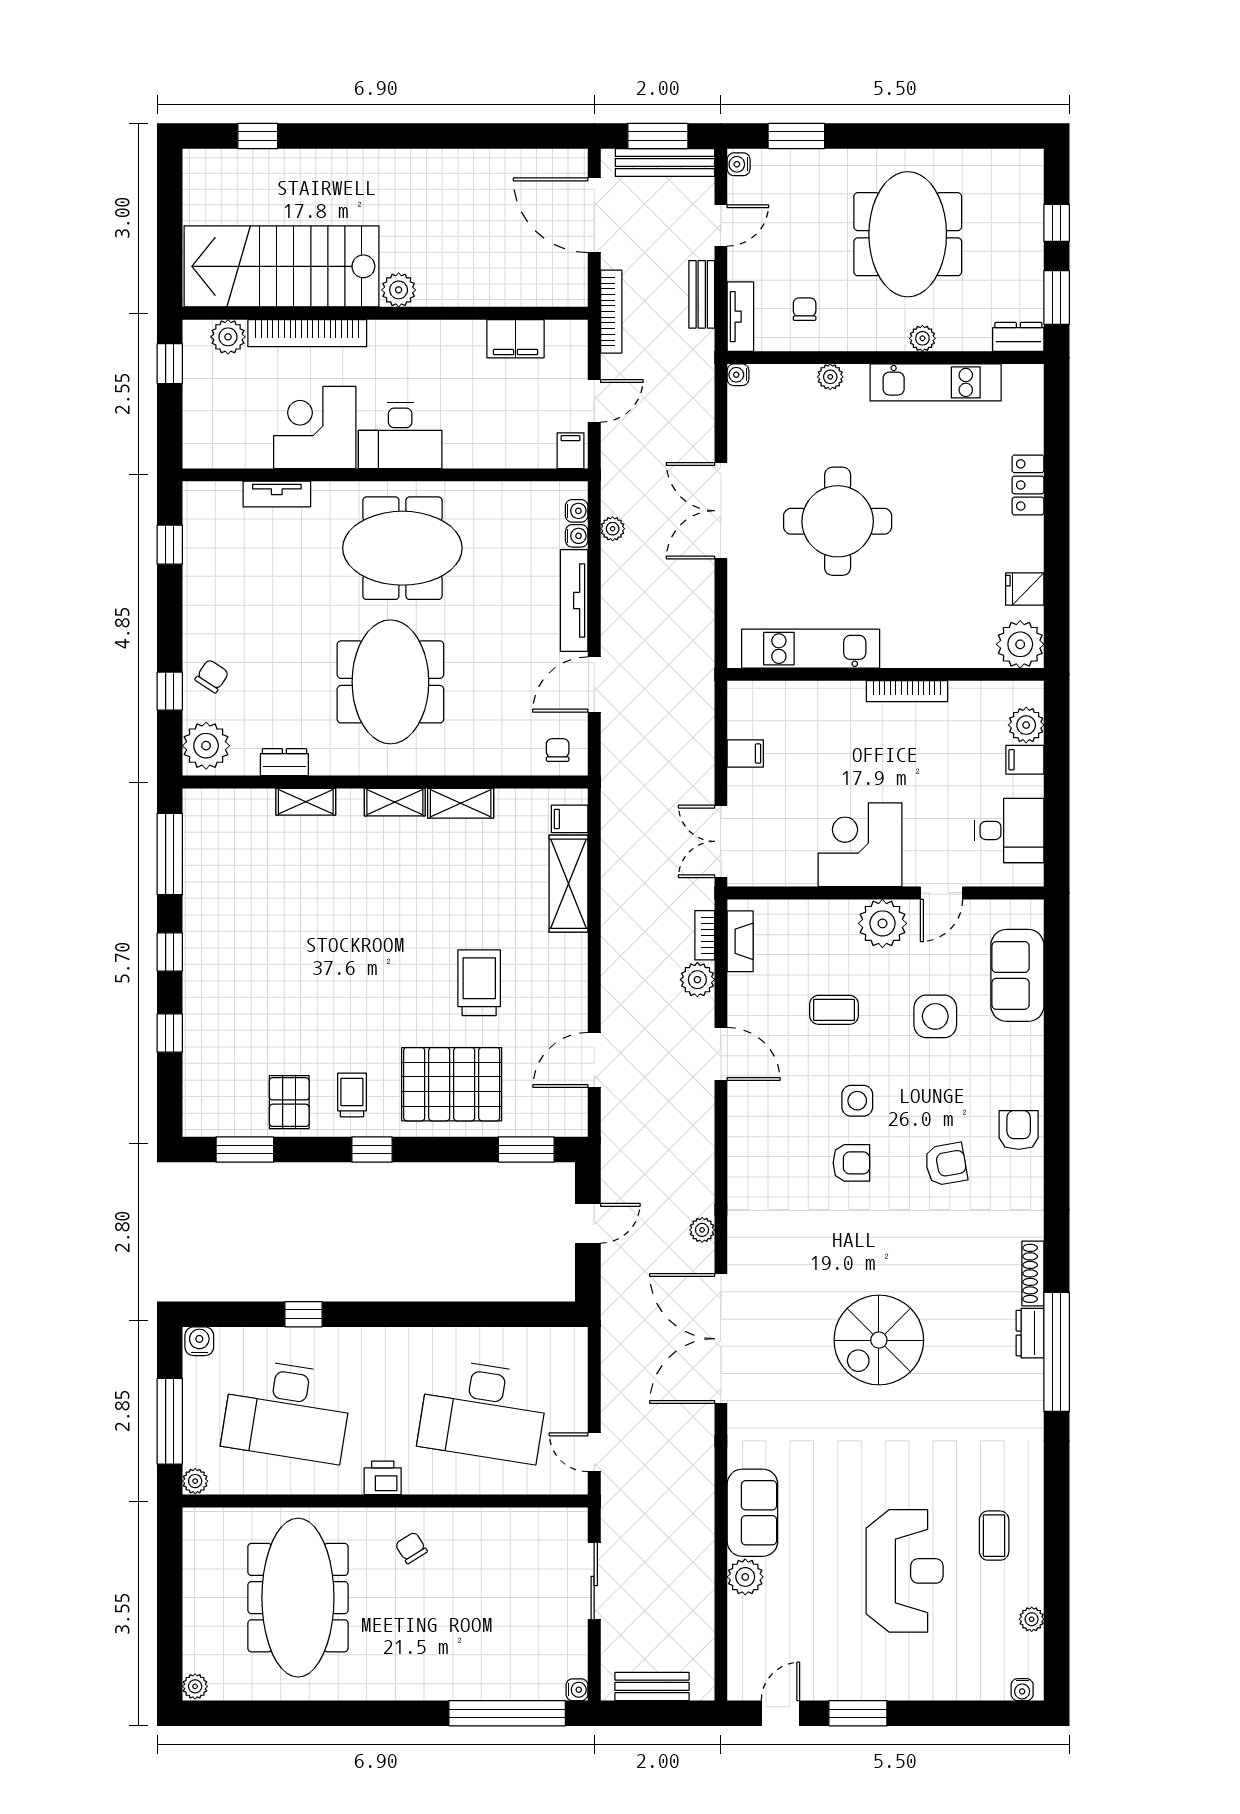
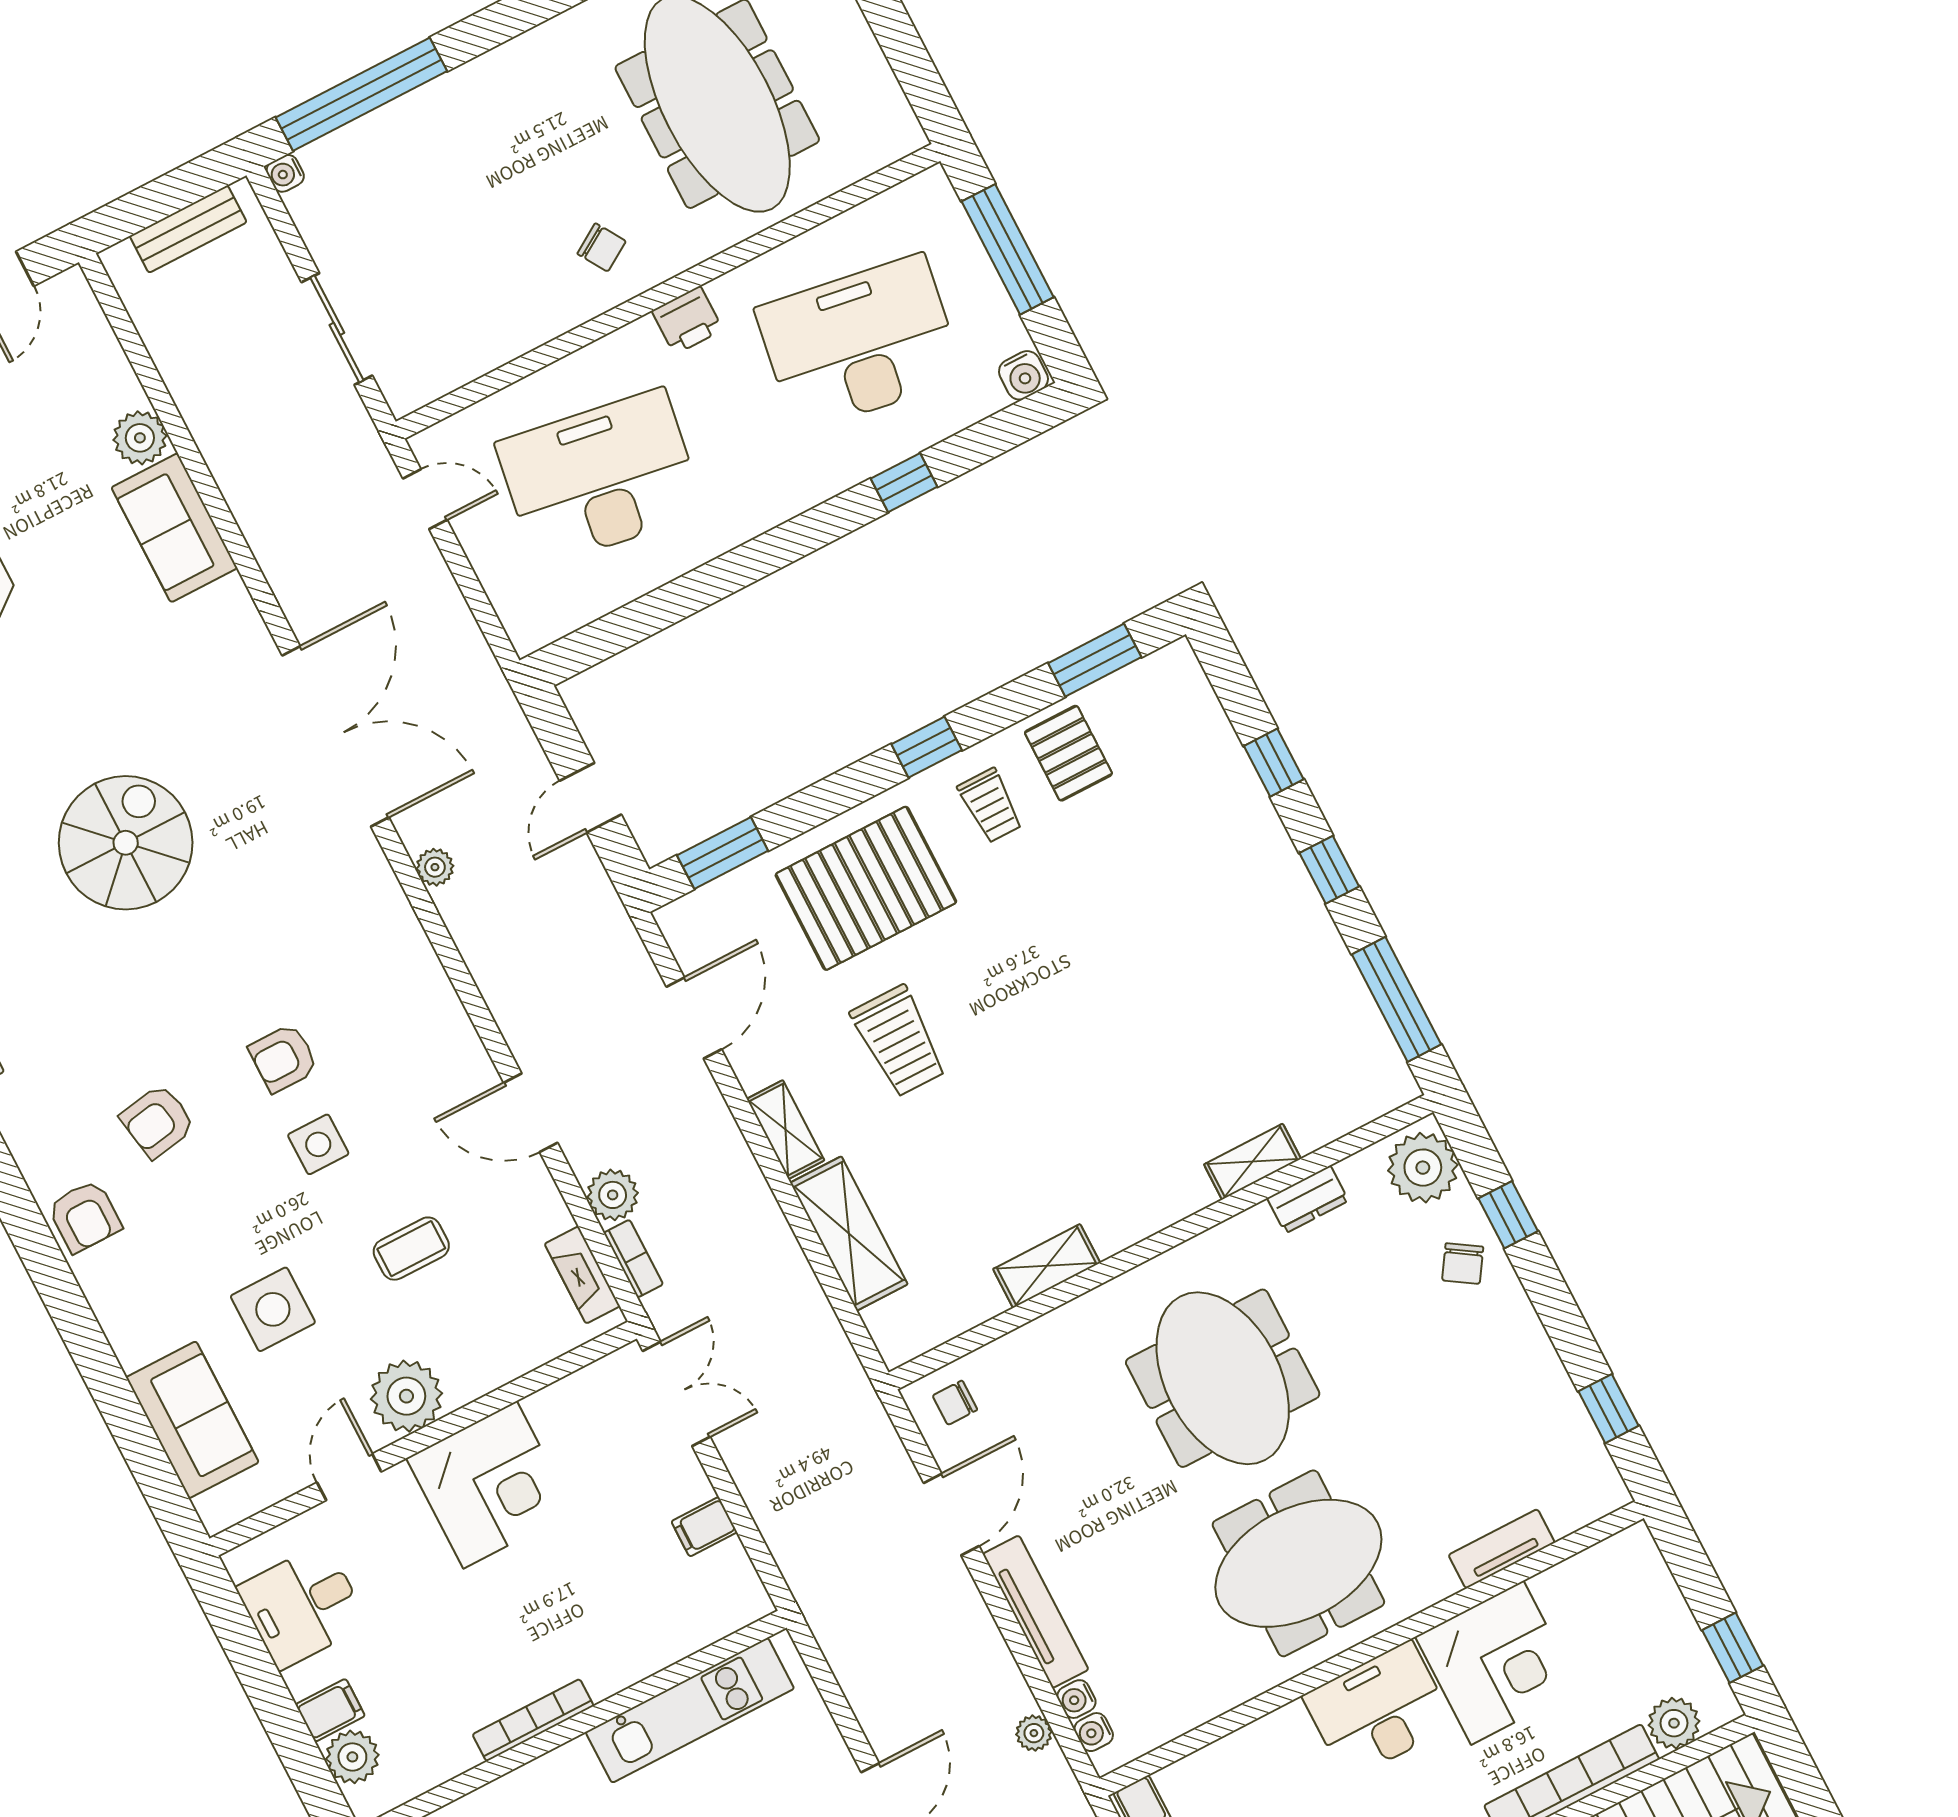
chair: (558, 750) -> (955, 1403), turned 90
shelving: (395, 802) -> (786, 1130), moved, turned 90
filing cabinet: (570, 819) -> (892, 1320), removed
plant: (195, 1481) -> (933, 188), removed

